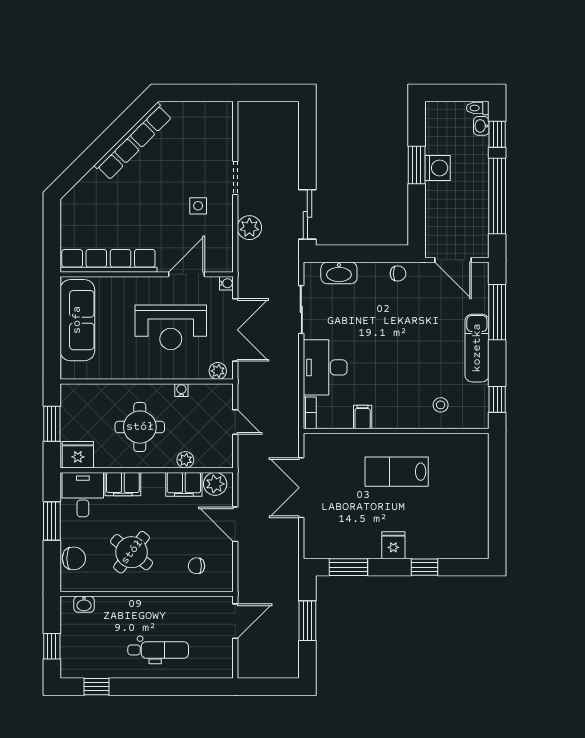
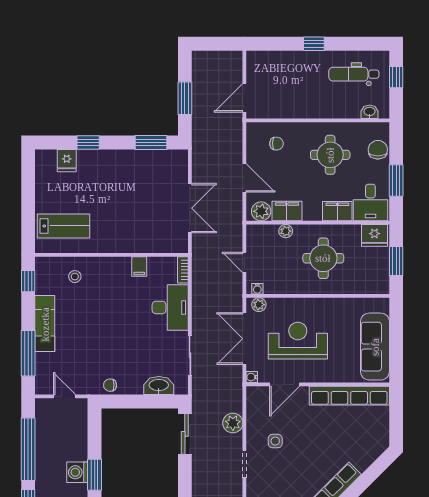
door: (453, 260) -> (65, 396), width x0.73
water cooler: (181, 390) -> (257, 289), moved
lab bench: (397, 472) -> (64, 226), moved
fridge: (393, 545) -> (67, 161), moved
round table: (132, 552) -> (330, 155), turned -38
chair: (74, 558) -> (378, 150), turned 90
dental chair: (158, 650) -> (354, 74), moved
window: (97, 687) -> (314, 44), moved

